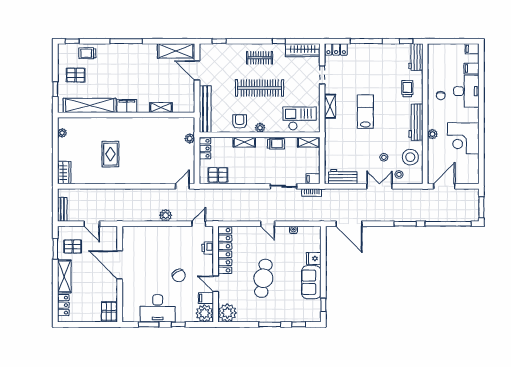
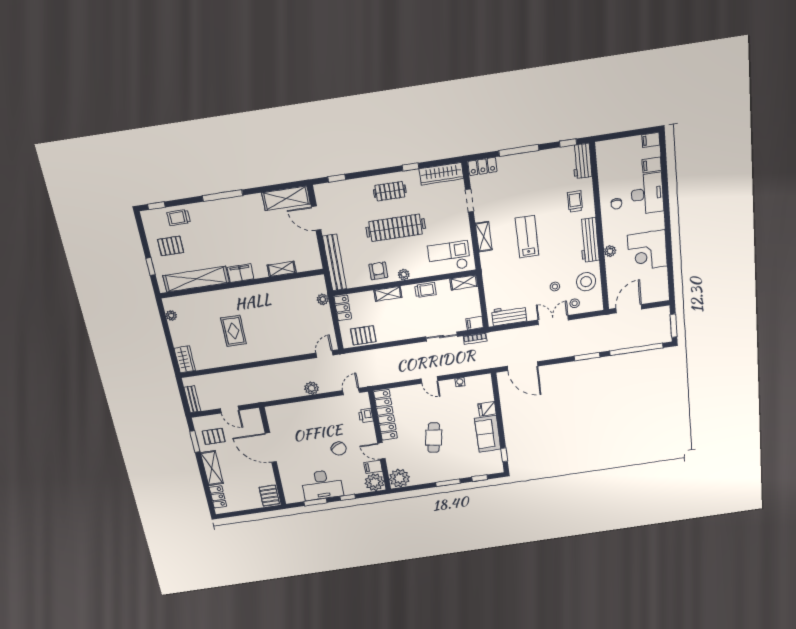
cafe table: (263, 278) -> (434, 438), width x0.73, depth x0.74

